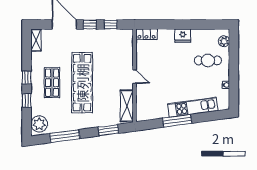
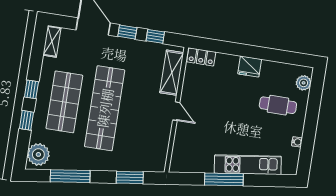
shop shelf: (52, 83) -> (64, 102), width x1.43, depth x1.36
shelving: (127, 106) -> (172, 73), moved

